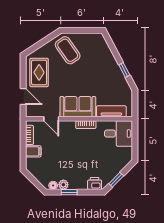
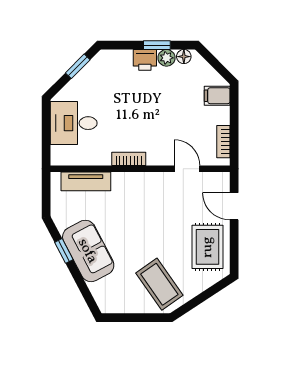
sofa: (78, 107) -> (88, 251), moved, turned -118
desk: (119, 134) -> (74, 123), moved
filing cabinet: (33, 151) -> (217, 96), moved
printer: (95, 183) -> (145, 60), moved

